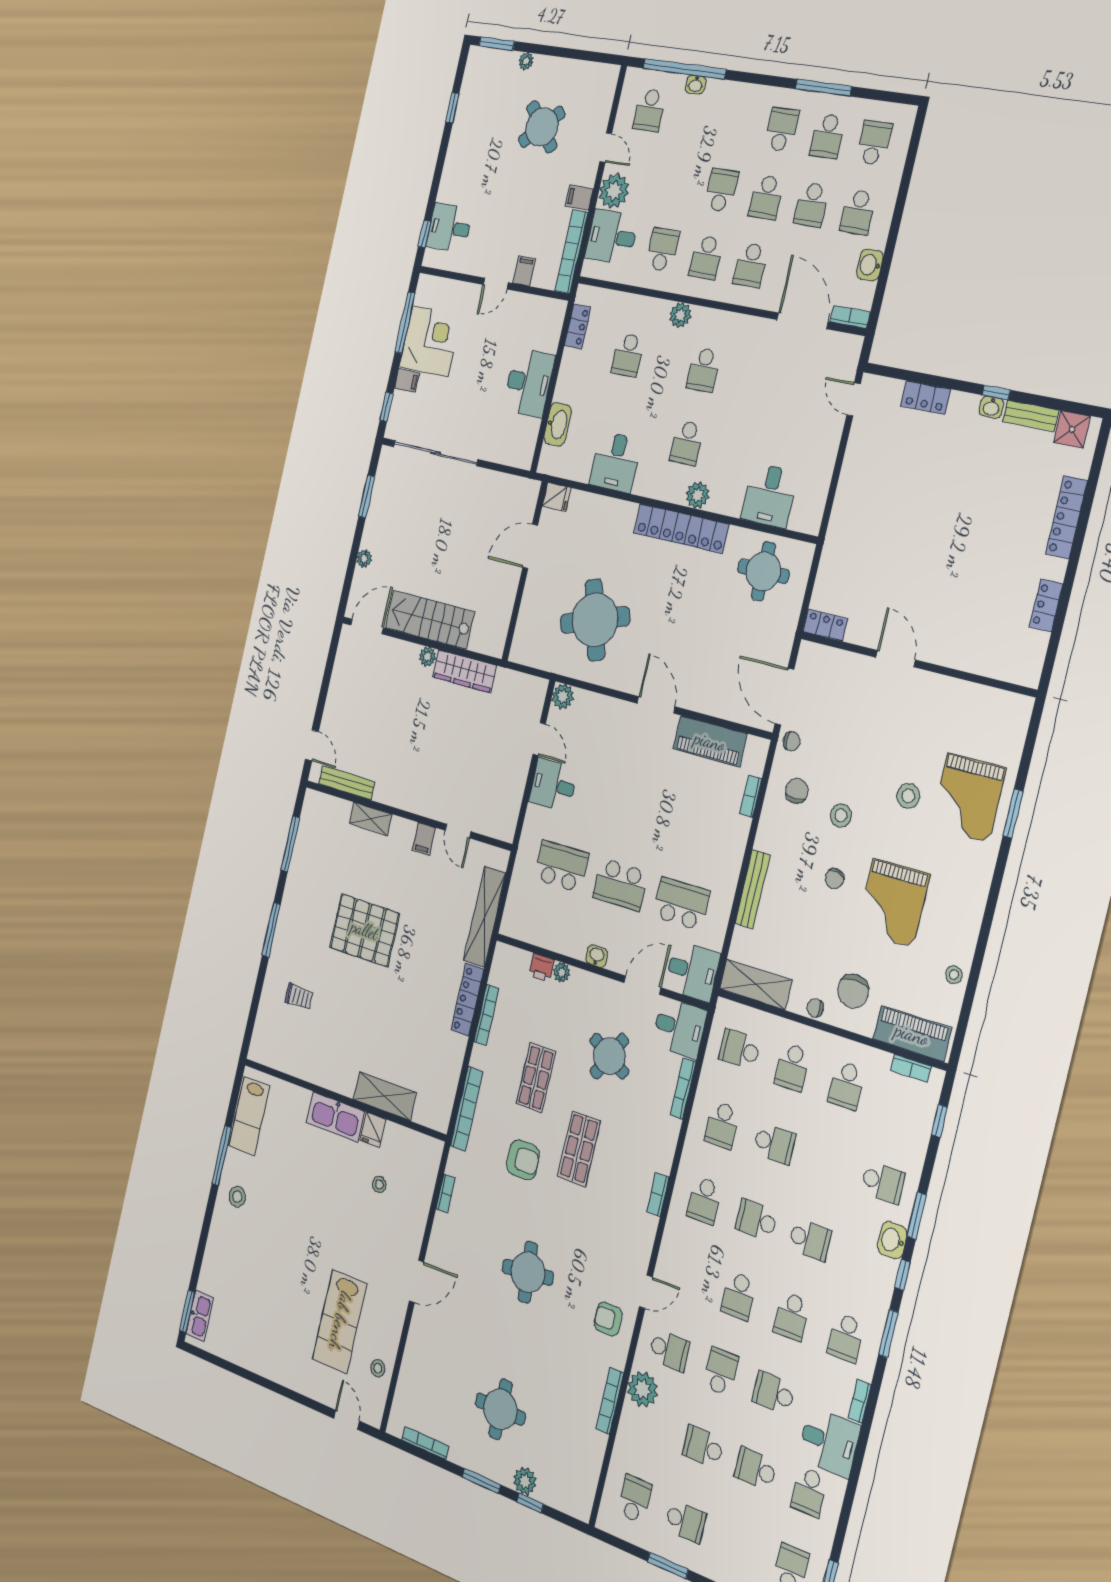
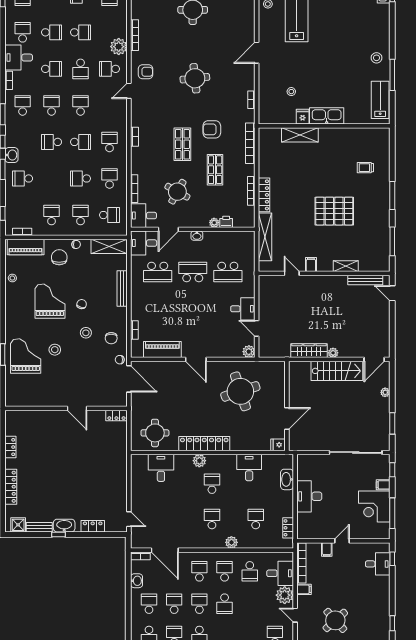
washbasin: (991, 407) -> (64, 526), width x1.91, depth x1.45

